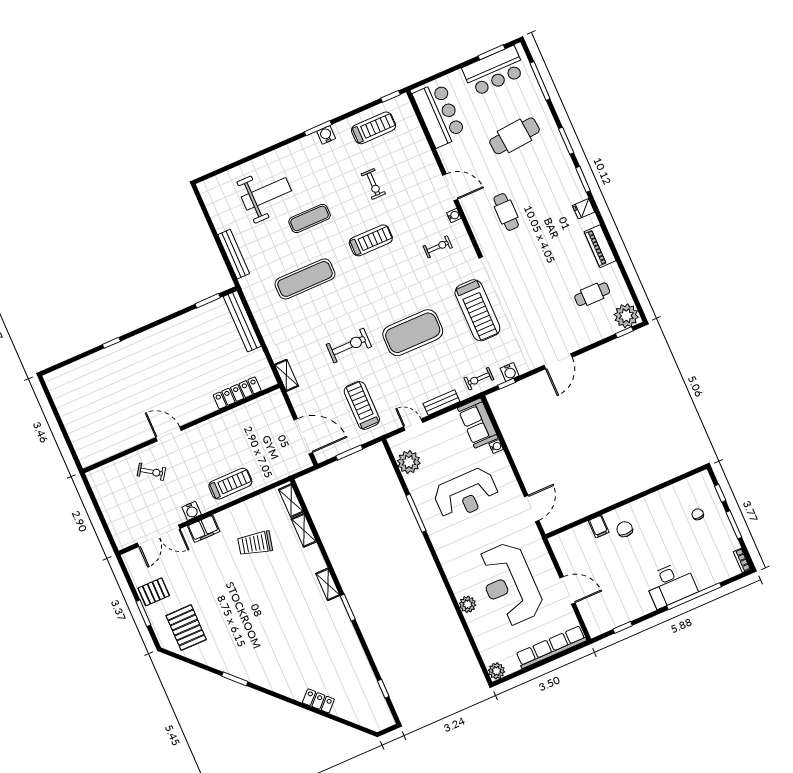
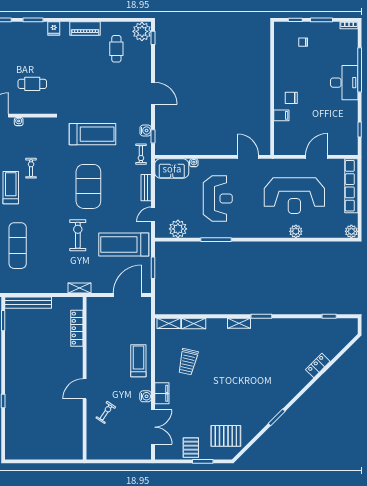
exercise bike: (438, 247) -> (31, 168), moved
treadmill: (362, 405) -> (124, 244), width x1.37, depth x1.38

